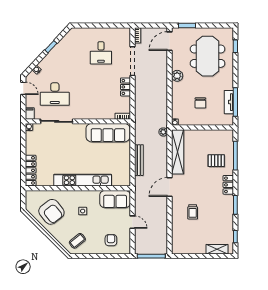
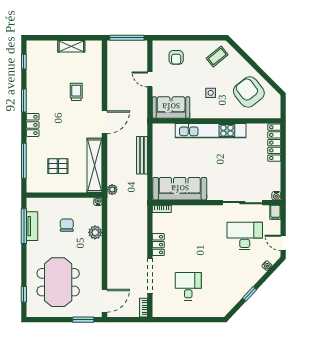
plant: (177, 76) -> (95, 232), moved
pallet: (216, 161) -> (58, 166), moved
shelving: (217, 249) -> (71, 46), moved

